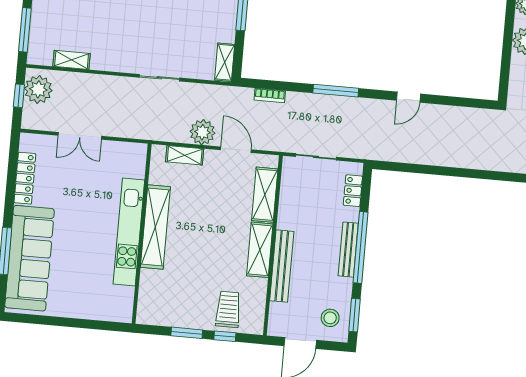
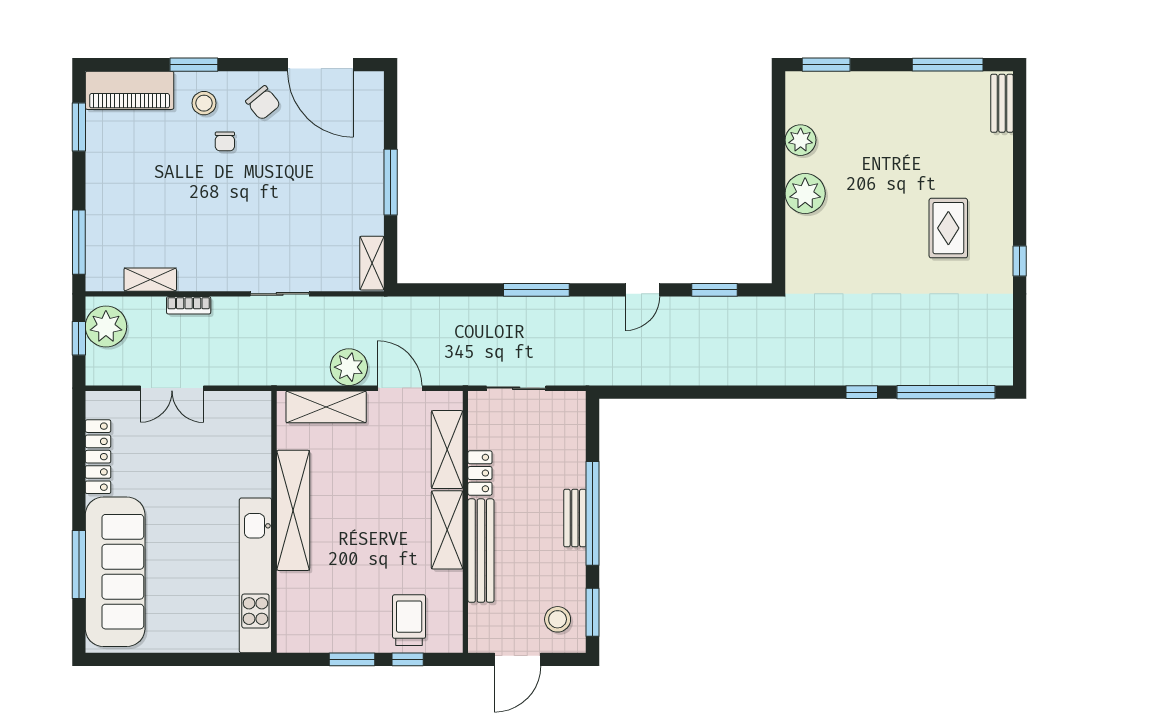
bookcase: (270, 95) -> (189, 305), moved
window: (458, 102) -> (715, 290), added
shelving: (185, 155) -> (326, 407), width x1.50, depth x1.33
locker: (353, 191) -> (480, 473), moved, turned 180
kitchen unit: (129, 232) -> (255, 575), moved
bench: (348, 250) -> (575, 518), width x0.73

